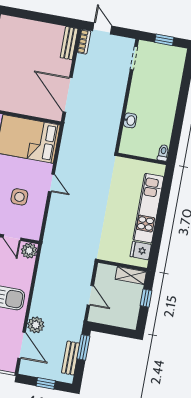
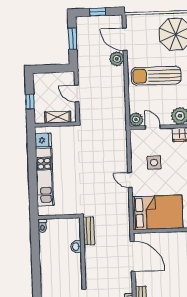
shelving: (131, 275) -> (58, 117), moved
window: (83, 347) -> (73, 39), moved
bench: (71, 358) -> (89, 231), moved

